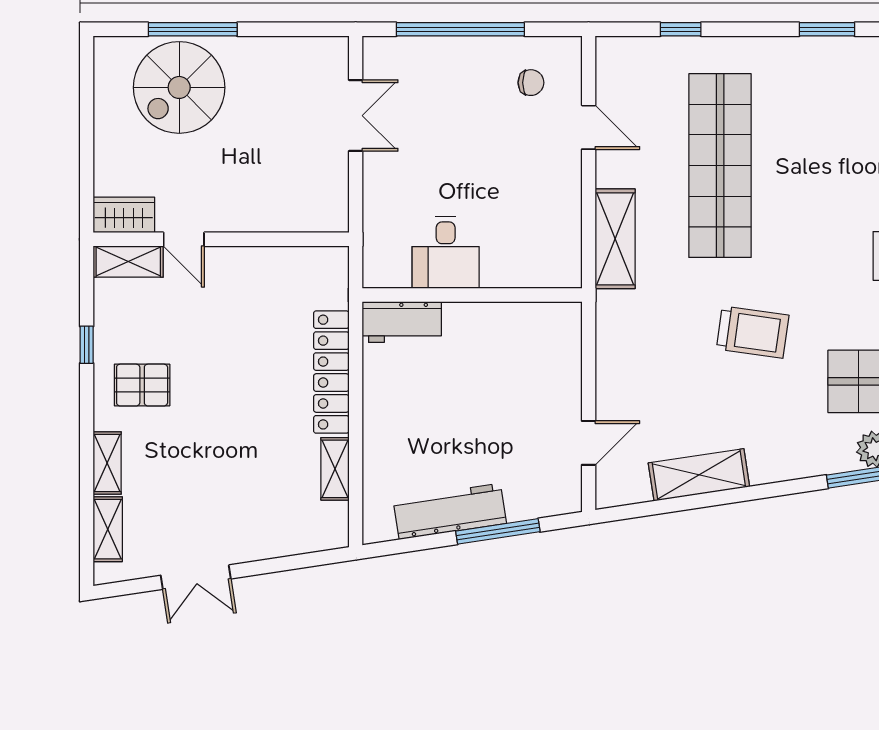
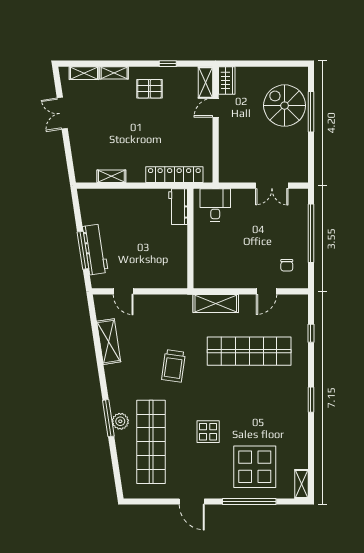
desk: (446, 252) -> (215, 205), moved, turned 90
locker: (331, 372) -> (174, 175), moved
pallet: (142, 385) -> (149, 89), turned 90
workbench: (450, 511) -> (95, 249), moved

